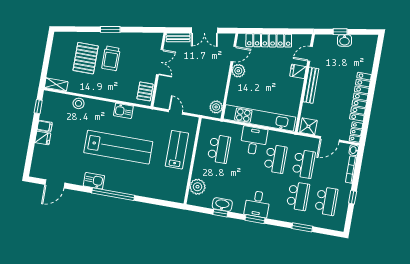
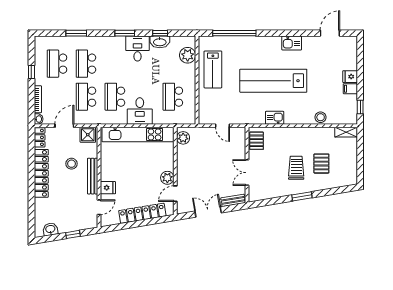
washbasin: (345, 40) -> (50, 229), moved
pallet: (86, 58) -> (321, 164), width x0.67, depth x0.71
stool: (329, 101) -> (71, 164), added
lab bench: (177, 150) -> (213, 69), moved
window: (113, 194) -> (234, 33), moved
desk: (257, 204) -> (137, 49), moved

